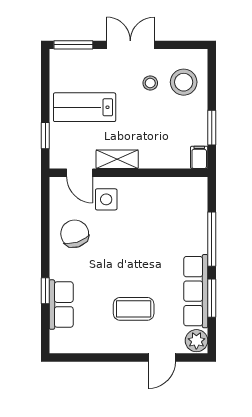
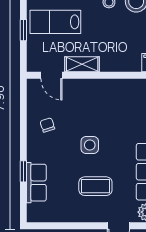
window: (45, 136) -> (23, 30), moved
side table: (106, 199) -> (90, 145), moved
chair: (75, 234) -> (47, 125), width x0.54, depth x0.54

